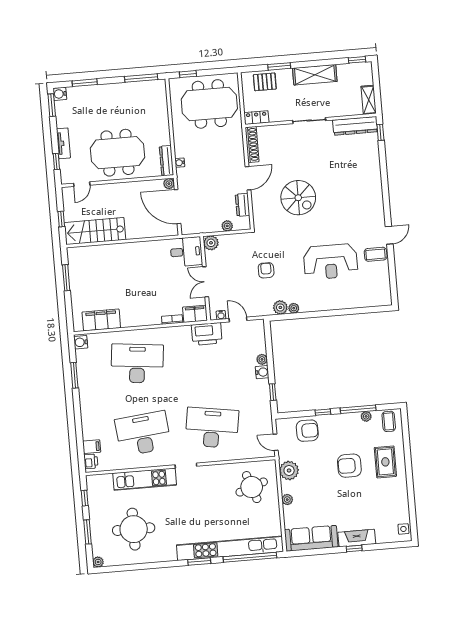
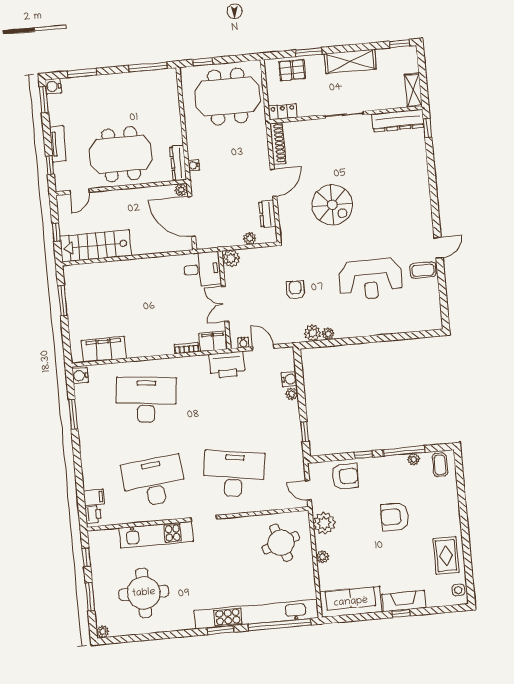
water cooler: (262, 372) -> (289, 379), moved
rug: (385, 462) -> (446, 556), moved

